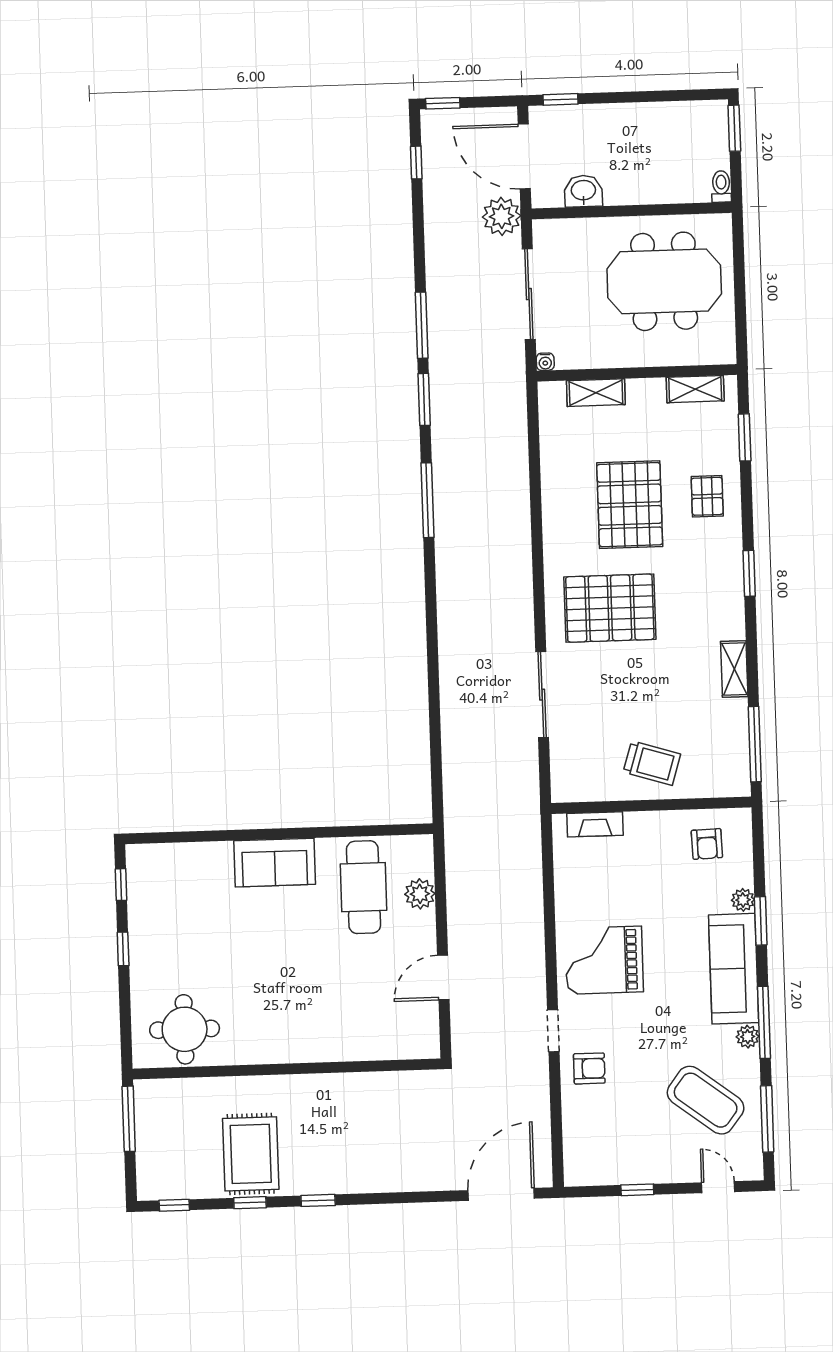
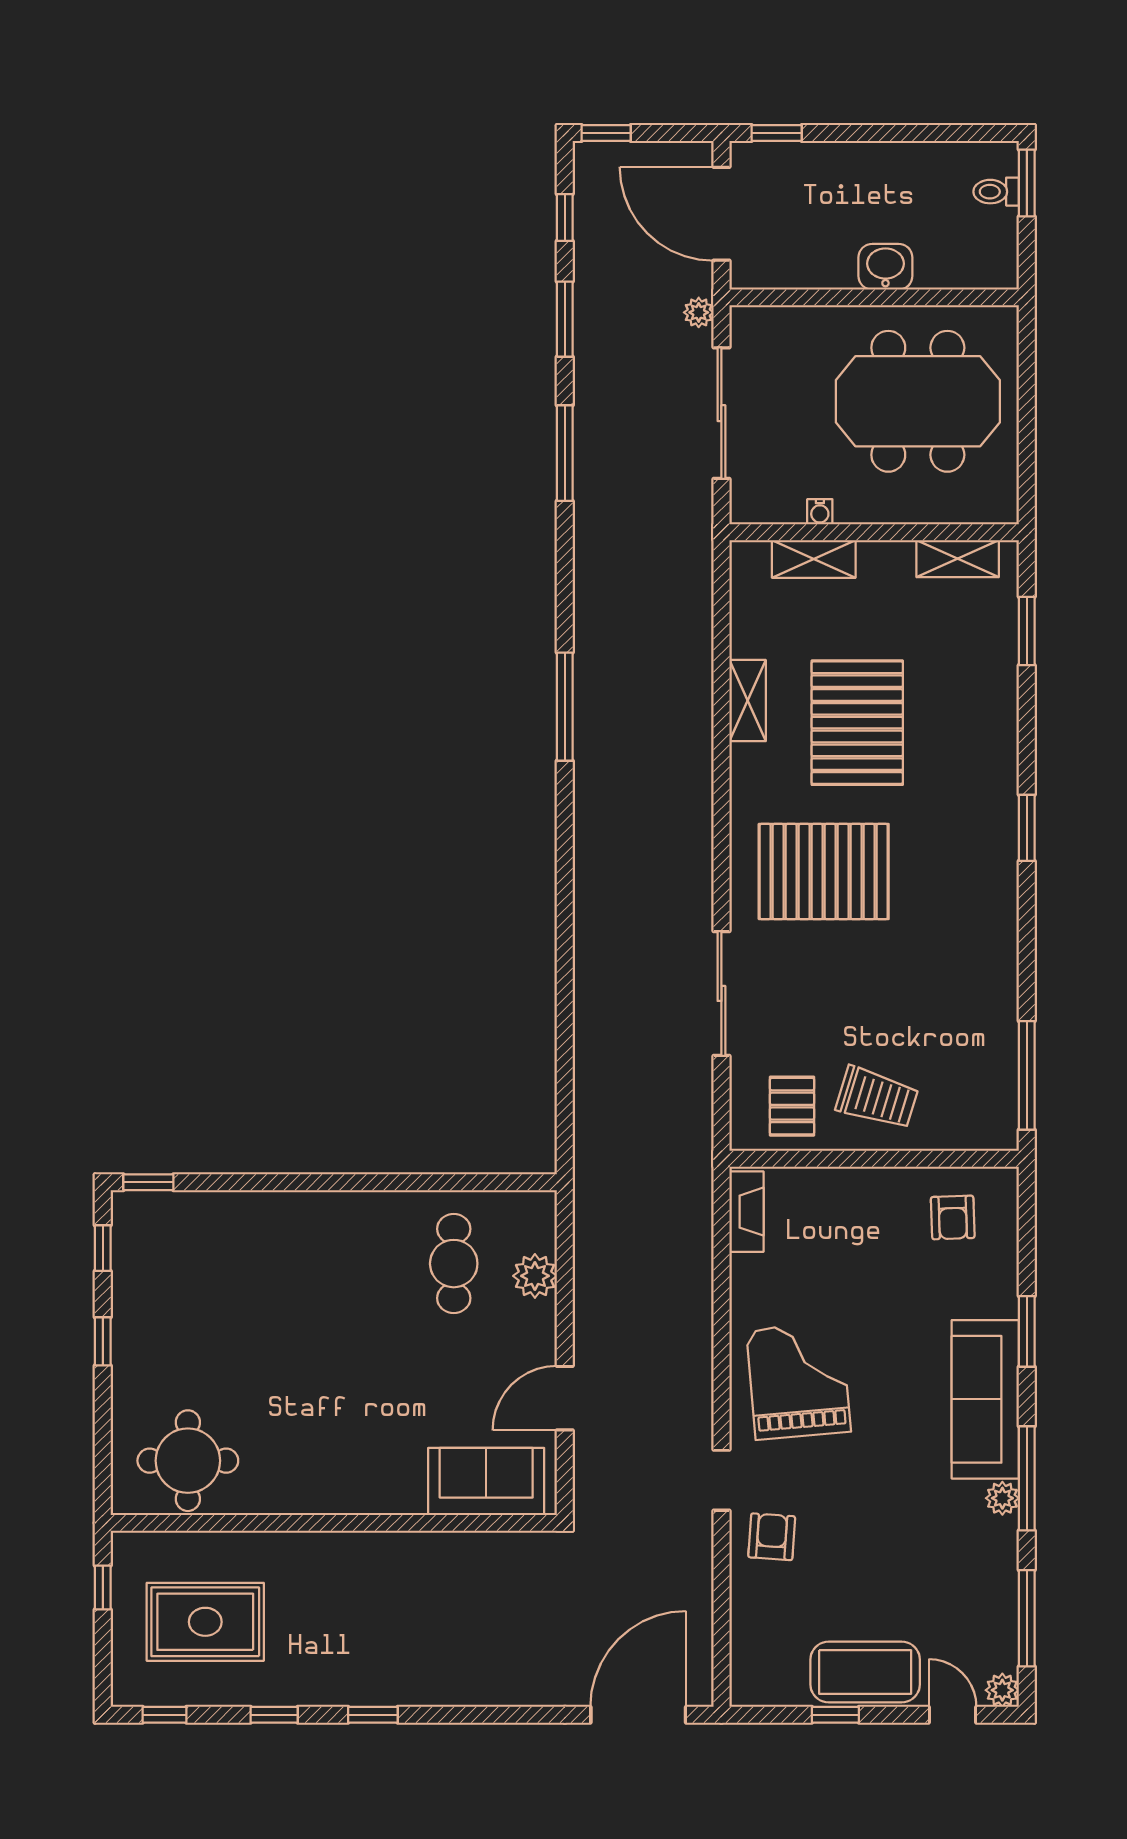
toilet: (721, 187) -> (996, 192), moved, turned -90
washbasin: (583, 191) -> (885, 267), moved
plant: (502, 216) -> (699, 312), width x0.53, depth x0.53
water cooler: (545, 362) -> (820, 512), moved
window: (424, 399) -> (565, 319), moved
pallet: (707, 496) -> (792, 1106), moved
shelving: (734, 669) -> (748, 701), moved
fireplace: (595, 824) -> (746, 1212), moved, turned -90
window: (151, 838) -> (148, 1182), added
sofa: (275, 863) -> (486, 1481), moved, turned 180
cafe table: (364, 887) -> (454, 1264), width x0.73, depth x0.74
plant: (743, 900) -> (1002, 1690), moved
grand piano: (604, 960) -> (798, 1381), turned 85
armchair: (589, 1068) -> (772, 1537), turned -86
coffee table: (706, 1100) -> (865, 1672), moved, turned -37
window: (129, 1119) -> (103, 1587), width x0.46
rug: (251, 1154) -> (205, 1622), moved, turned 90

